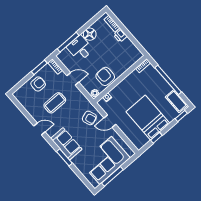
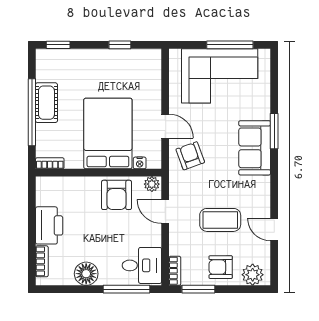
printer: (120, 35) -> (49, 225), width x1.87, depth x1.48
desk: (80, 48) -> (142, 265), moved, turned -90
door: (73, 79) -> (165, 211), moved
plant: (23, 92) -> (253, 275), added
cot: (176, 101) -> (46, 103), moved
bed: (148, 118) -> (108, 134), moved, turned 180
door: (39, 129) -> (274, 229), moved

